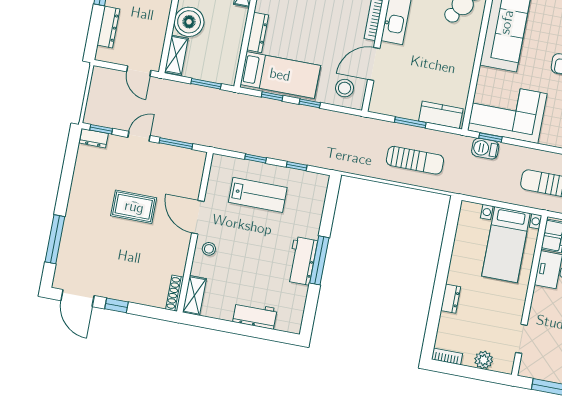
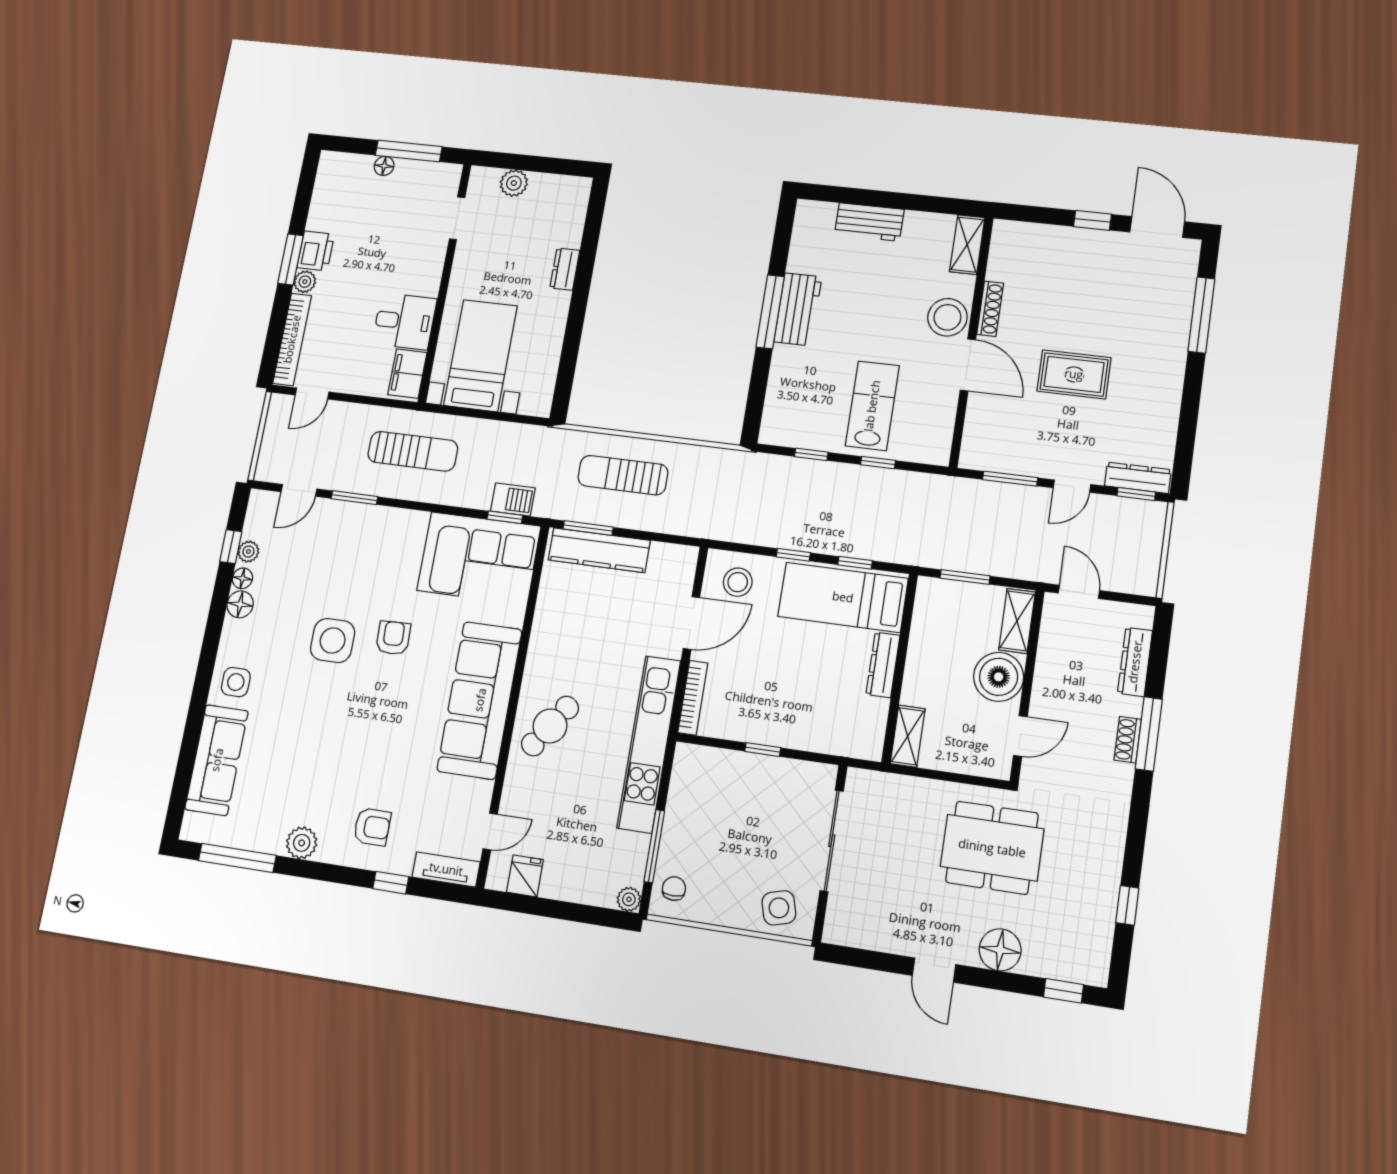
kitchen counter: (441, 115) -> (599, 550), width x1.50
window: (410, 122) -> (588, 528), moved
dresser: (94, 138) -> (1138, 478), width x1.44
lab bench: (258, 195) -> (872, 406), turned 90
stool: (209, 249) -> (947, 317), width x1.89, depth x1.89
shoe rack: (175, 293) -> (990, 309), moved
bookcase: (447, 356) -> (569, 184), removed

